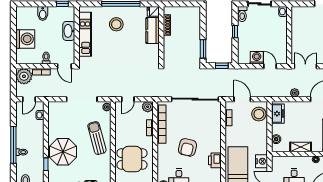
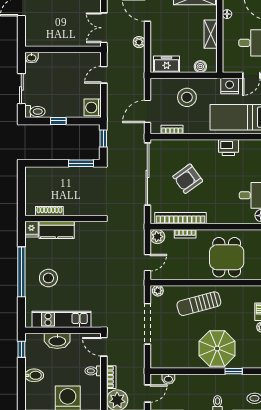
washing machine: (257, 58) -> (93, 107), moved
door: (64, 66) -> (104, 347), swing flipped
door: (29, 99) -> (147, 394), hinge flipped
door: (128, 99) -> (147, 263), hinge flipped
stool: (259, 114) -> (187, 97), moved
armchair: (187, 147) -> (188, 179), moved, turned 131

